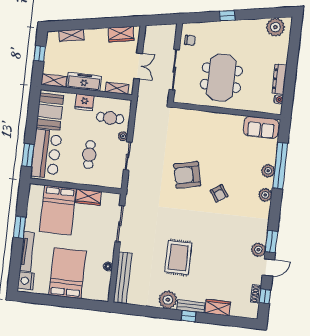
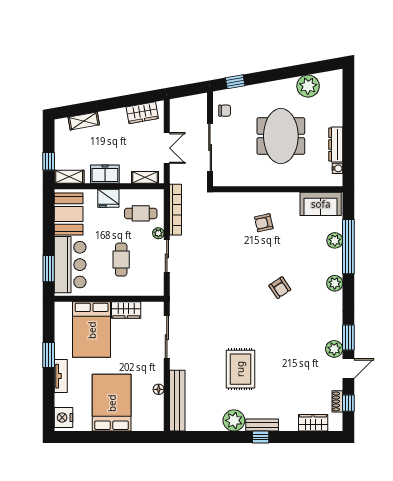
window: (227, 16) -> (235, 82), moved
plant: (275, 27) -> (308, 86), moved
window: (40, 54) -> (49, 161), moved
meeting table: (221, 78) -> (281, 136), moved
freezer: (84, 82) -> (105, 174), width x0.71
bookcase: (139, 118) -> (176, 210), added
plant: (268, 171) -> (335, 240), moved
armchair: (187, 175) -> (264, 223), moved, width x0.53, depth x0.53
tv unit: (27, 252) -> (61, 376), width x0.71
wardrobe: (218, 307) -> (313, 423), moved

